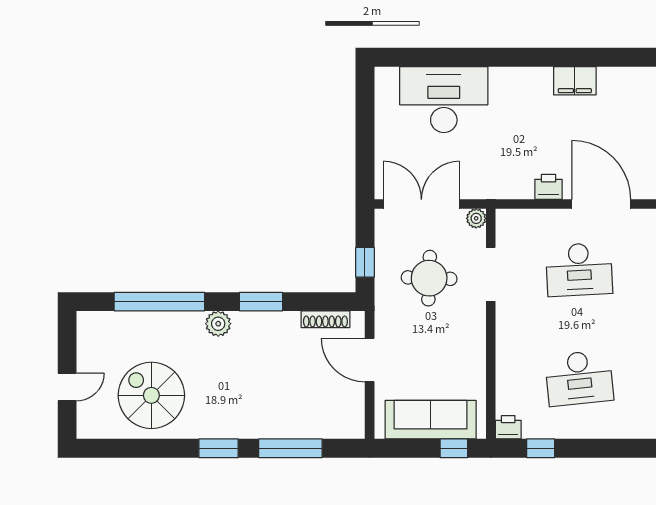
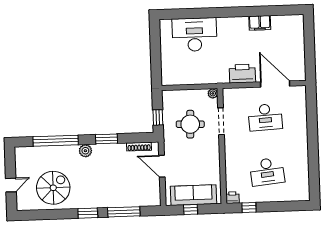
printer: (549, 187) -> (242, 74), width x1.87, depth x1.48
double door: (421, 204) -> (185, 87), removed
spiral stairs: (151, 395) -> (53, 188), turned 90
window: (454, 448) -> (191, 209), moved

